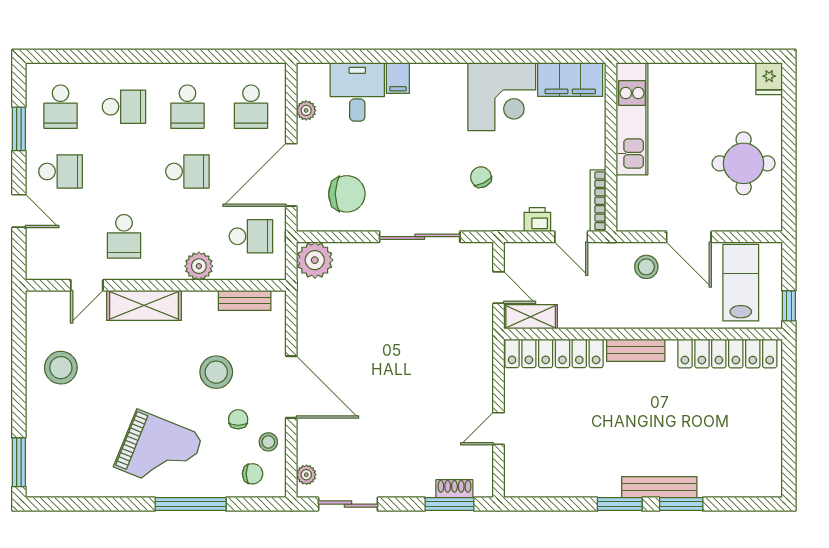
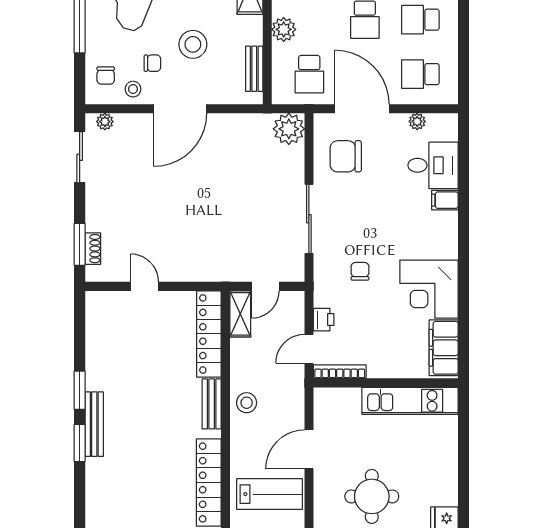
chair: (481, 177) -> (360, 271), turned -63
chair: (347, 194) -> (346, 156), turned 90
stool: (646, 267) -> (247, 403), moved

